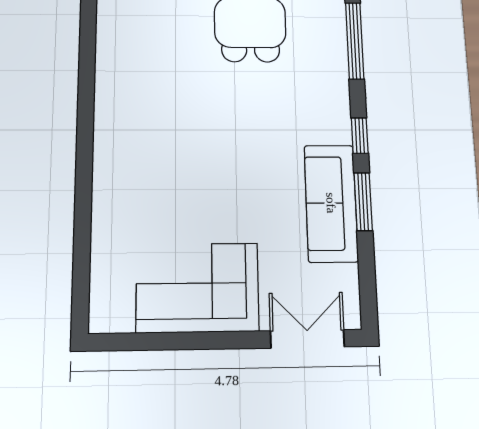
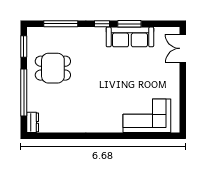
corner sofa: (198, 288) -> (147, 116), moved, turned 90

